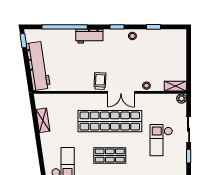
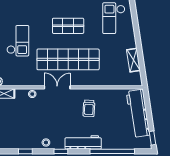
workbench: (89, 36) -> (83, 142), width x1.38
trolley: (100, 81) -> (89, 108), moved

